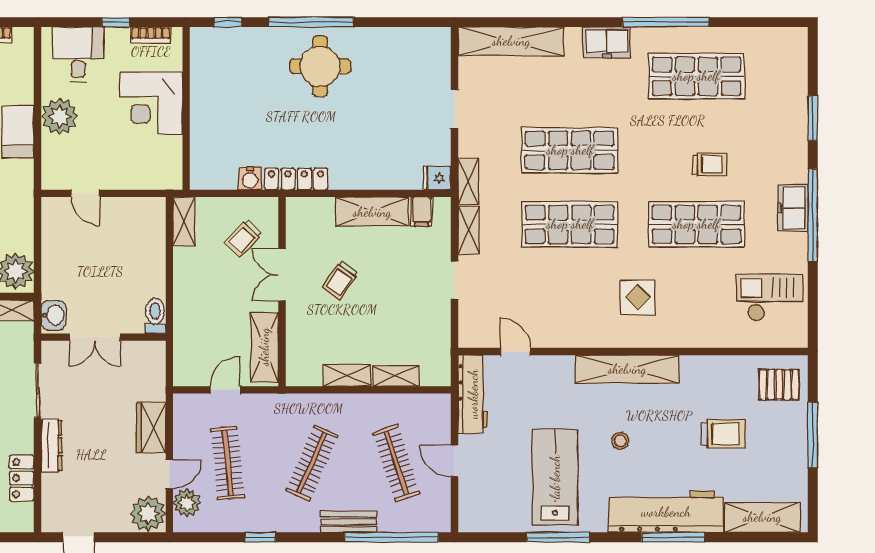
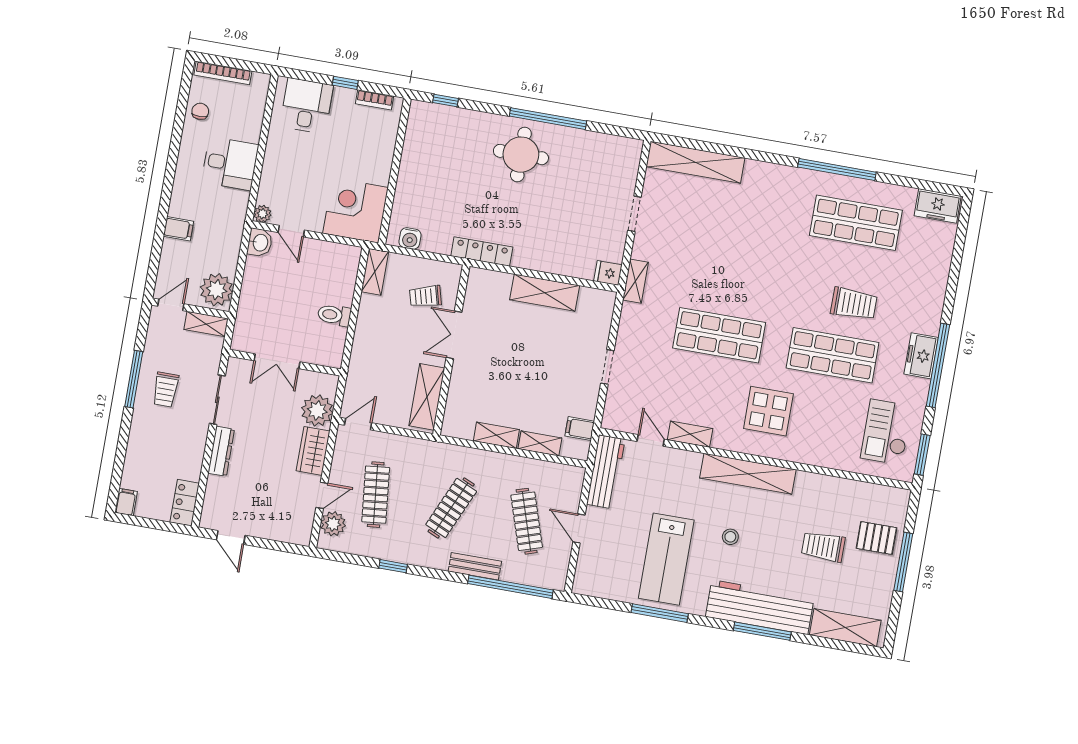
window: (311, 22) -> (548, 119), moved
freezer: (607, 42) -> (938, 206), moved
corner desk: (151, 103) -> (355, 210), moved, turned 90
plant: (59, 116) -> (262, 214), moved, width x0.53, depth x0.53
window: (813, 118) -> (922, 455), moved
shop shelf: (570, 150) -> (731, 269), removed
trolley: (710, 164) -> (854, 304), width x1.36, depth x1.39
water cooler: (250, 178) -> (410, 238), moved
filing cabinet: (422, 212) -> (580, 429), moved, turned 90
shelving: (469, 230) -> (690, 434), moved, turned 90
trolley: (243, 238) -> (425, 296), turned 31
trolley: (340, 280) -> (505, 349), removed
display table: (638, 297) -> (768, 411), width x1.36, depth x1.36
checkout: (769, 297) -> (886, 432), turned -90
washbasin: (54, 315) -> (260, 243), moved
toilet: (155, 316) -> (334, 315), moved, turned -90
pallet: (779, 385) -> (876, 538), moved
door: (225, 390) -> (358, 424), moved
trolley: (723, 434) -> (823, 547), turned 180
lab bench: (555, 477) -> (666, 559), turned 180
locker: (22, 478) -> (185, 503), moved
plant: (148, 513) -> (317, 411), moved

